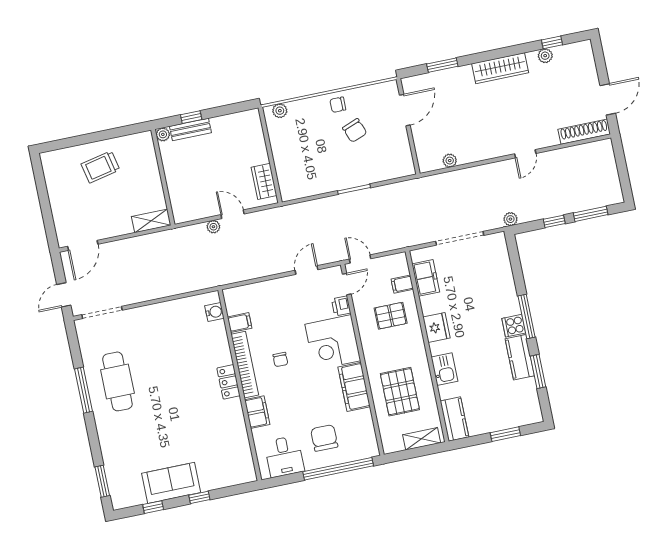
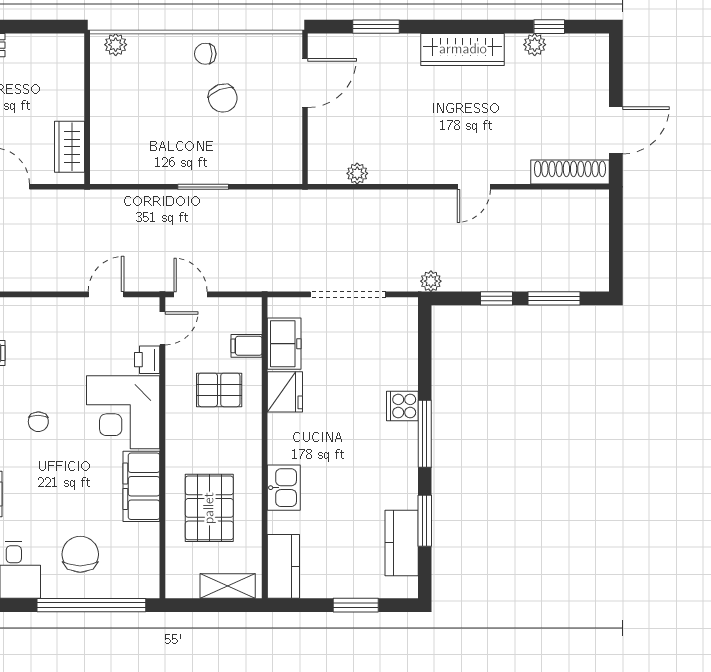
cooker: (514, 326) -> (402, 406), moved
fridge: (436, 327) -> (285, 392), moved
kitchen counter: (520, 357) -> (402, 543), moved

